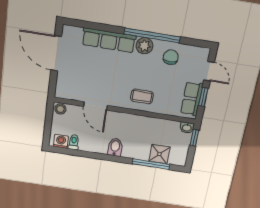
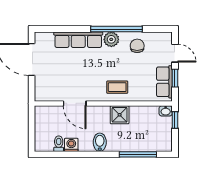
stool: (60, 109) -> (42, 112), removed
washing machine: (61, 141) -> (71, 145), moved
shower: (159, 154) -> (120, 115), moved

